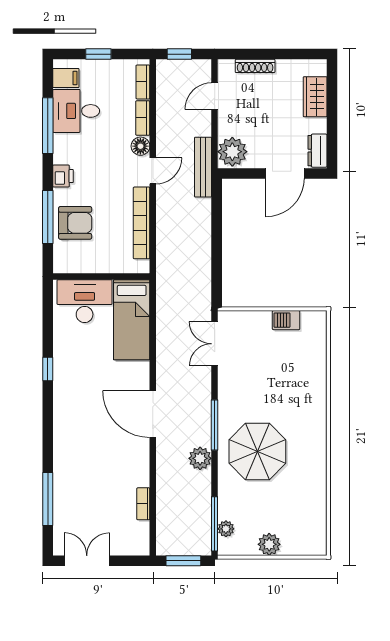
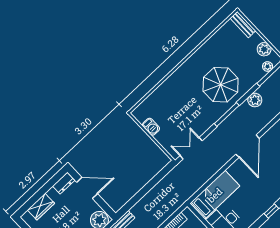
double door: (215, 344) -> (191, 148), swing flipped
plant: (200, 458) -> (255, 100), moved
plant: (269, 544) -> (264, 49), moved
bench: (304, 547) -> (243, 24), added

